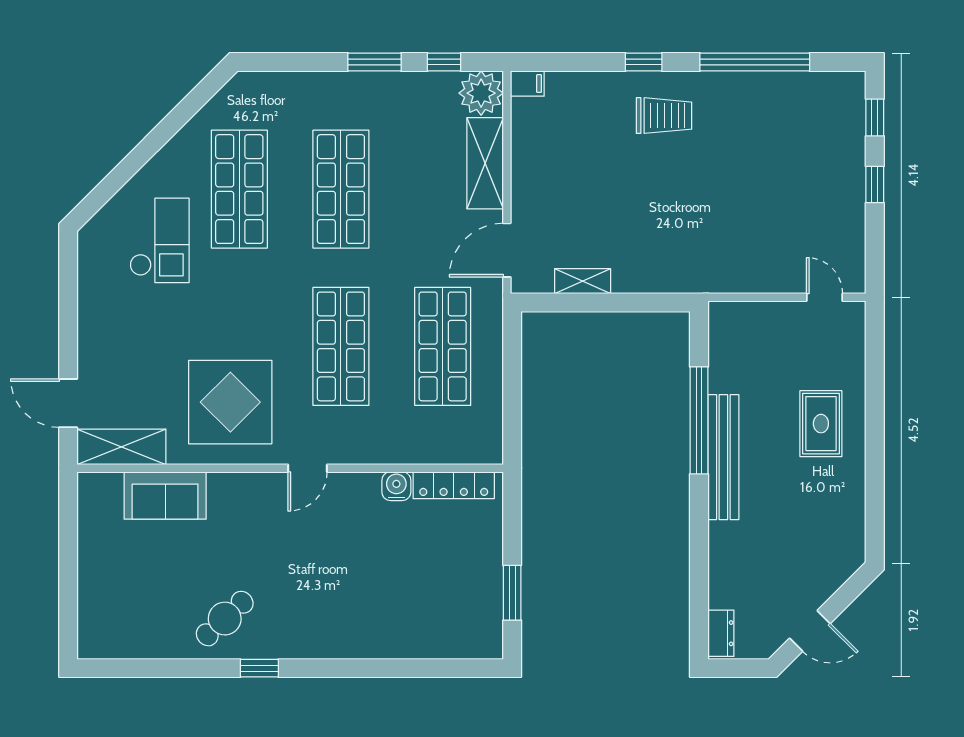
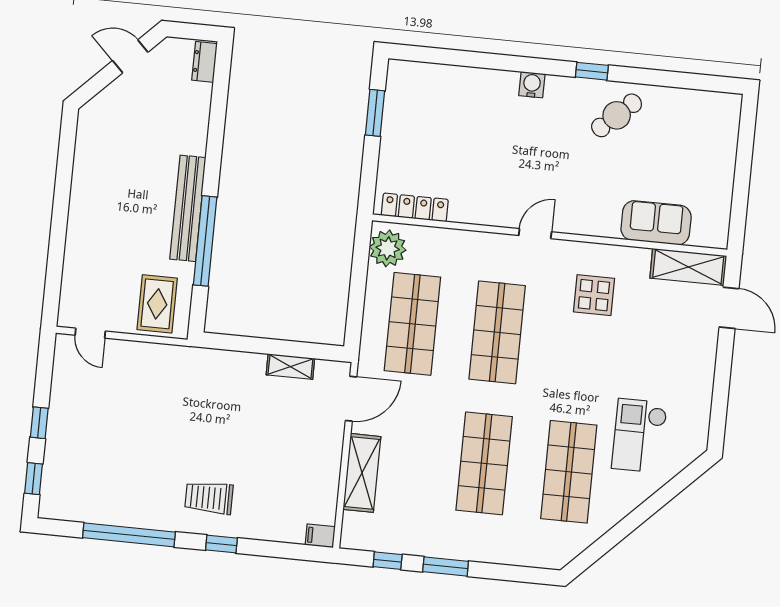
plant: (481, 93) -> (388, 248), moved
display table: (230, 402) -> (594, 295), width x0.54, depth x0.54
rug: (821, 424) -> (157, 304), moved
water cooler: (396, 486) -> (532, 85), moved, turned 180

